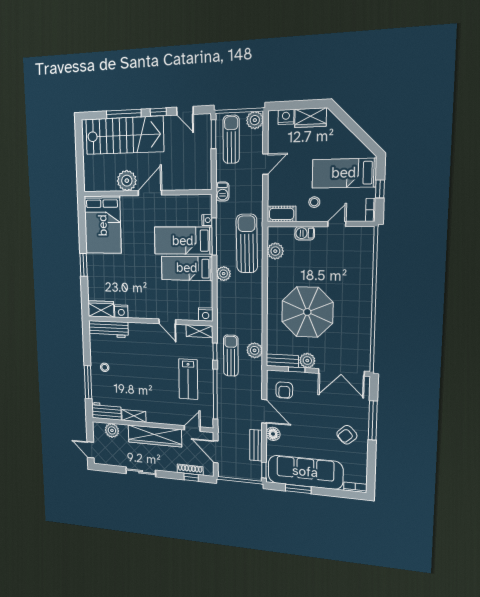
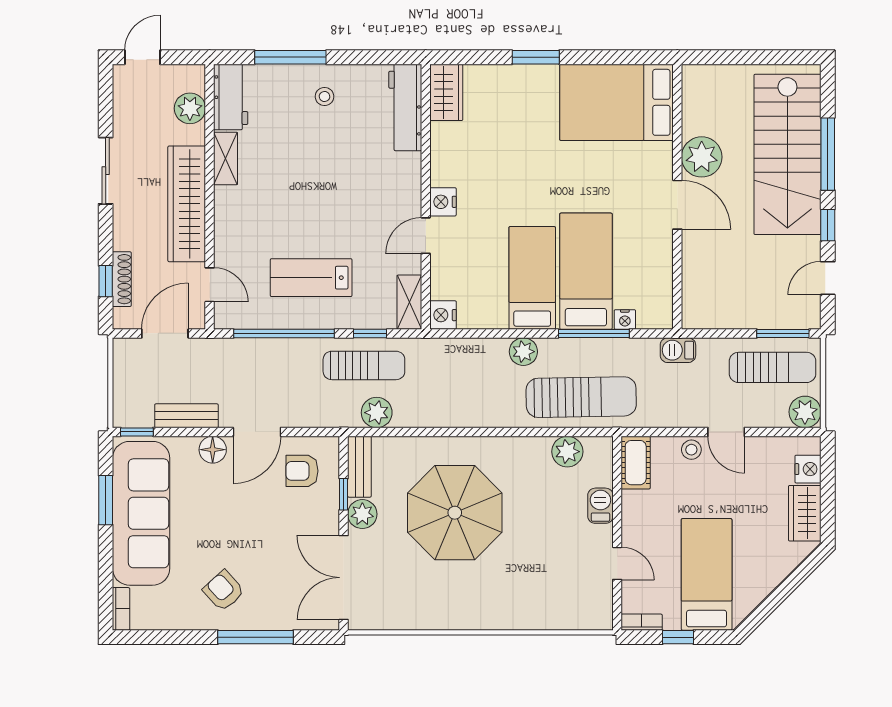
stool: (314, 202) -> (691, 450), moved
nightstand: (121, 311) -> (443, 202), moved

